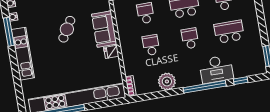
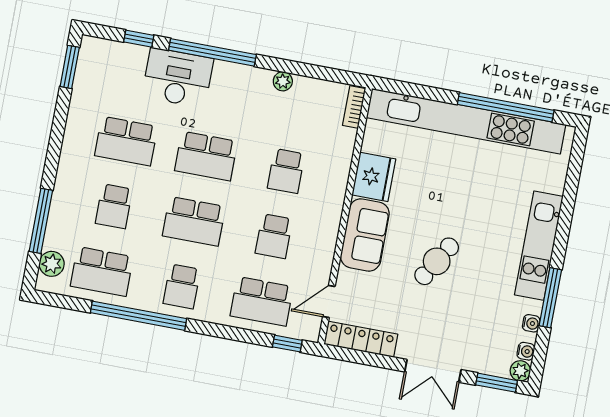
school desk: (190, 38) -> (206, 156), width x1.85
fridge: (111, 52) -> (374, 177), width x1.88, depth x1.34
plant: (167, 81) -> (283, 81), width x0.53, depth x0.53

